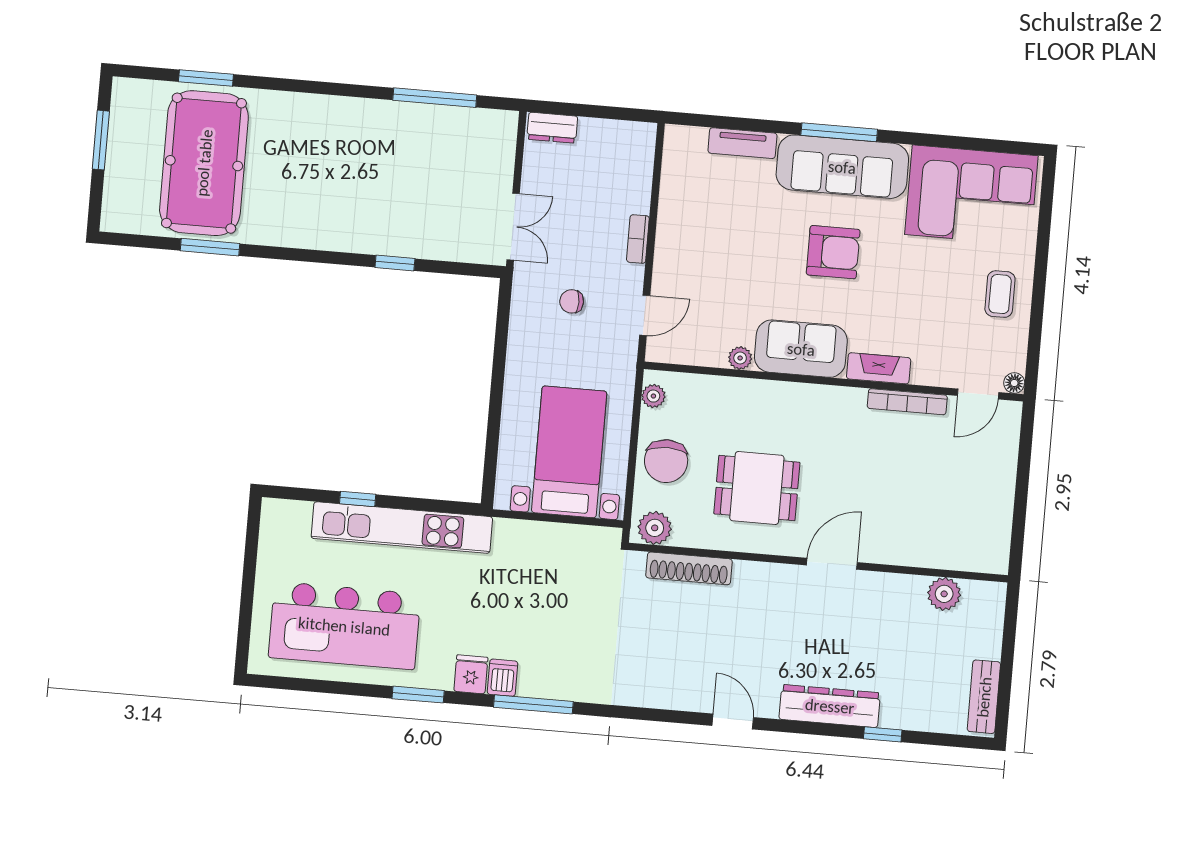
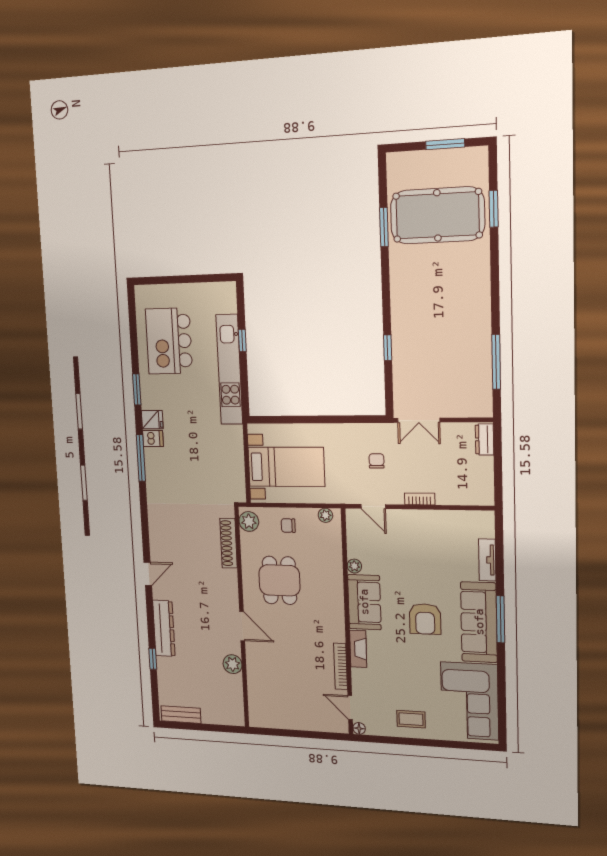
chair: (666, 461) -> (288, 526), width x0.54, depth x0.54
plant: (944, 594) -> (233, 664), moved
kitchen island: (344, 626) -> (169, 341), width x0.73

